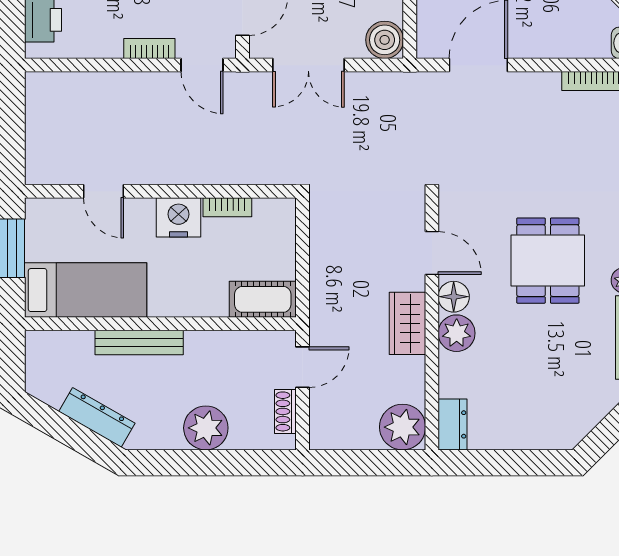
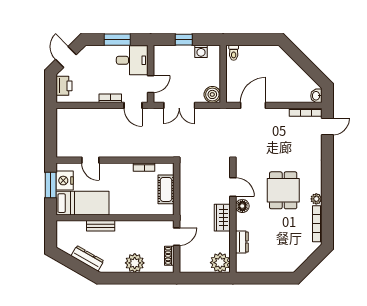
nightstand: (179, 217) -> (65, 181), moved, turned -90
cot: (263, 299) -> (166, 189), moved, turned 90
plant: (457, 333) -> (244, 222), removed
bench: (139, 342) -> (101, 226), width x0.73
dresser: (453, 424) -> (242, 242), moved

